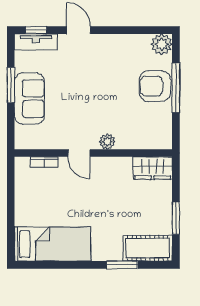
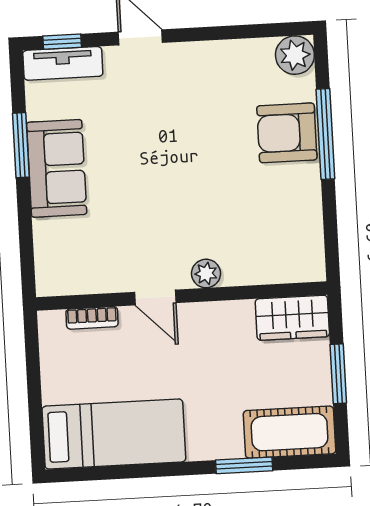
plant: (107, 142) -> (206, 273), moved
door: (79, 153) -> (155, 297), moved
wall: (93, 153) -> (182, 296), moved
bookcase: (44, 162) -> (92, 318), moved
wardrobe: (153, 168) -> (292, 318), moved

